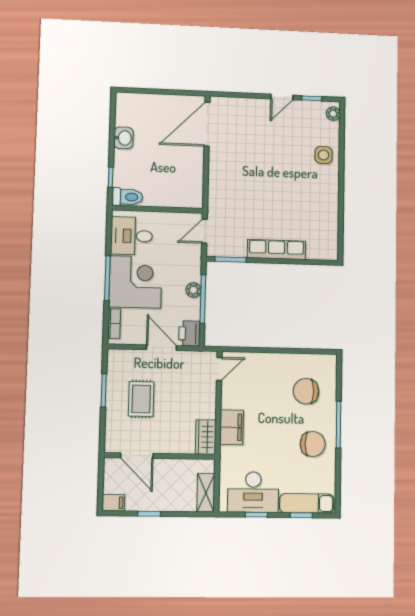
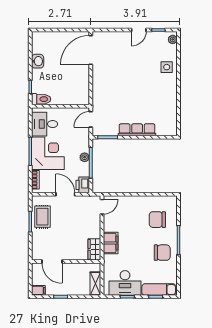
rug: (141, 399) -> (42, 217), moved

